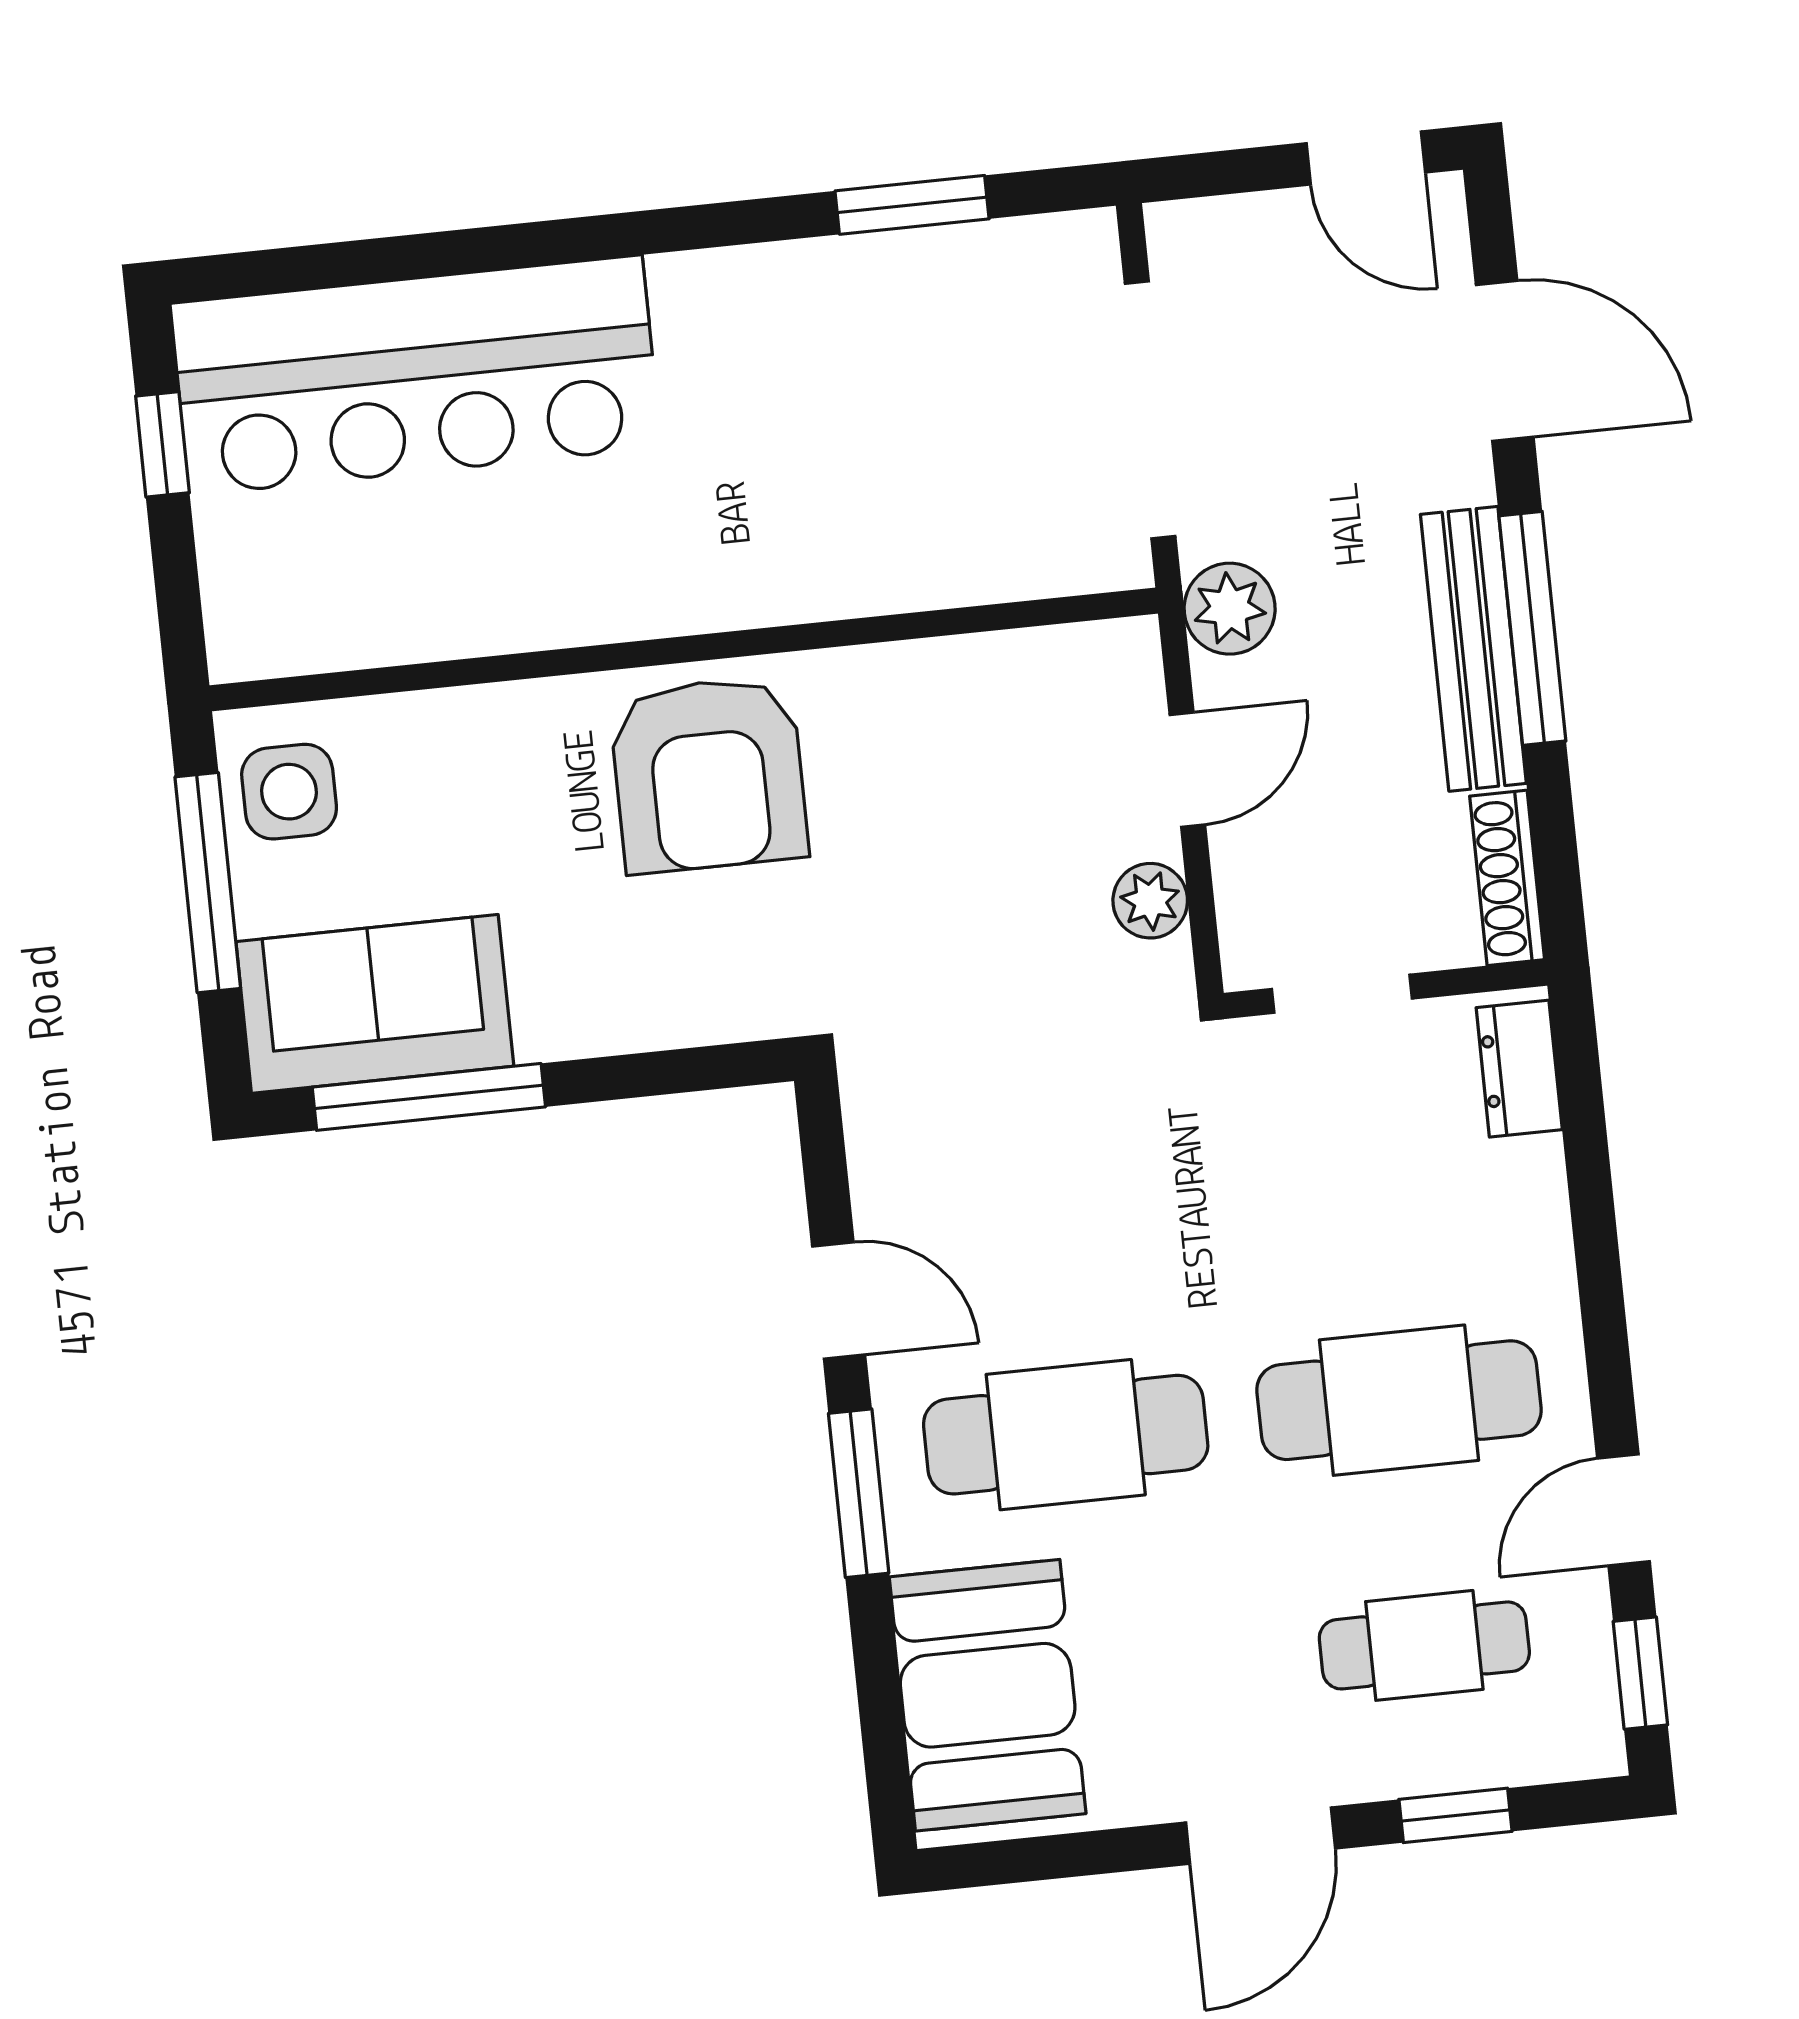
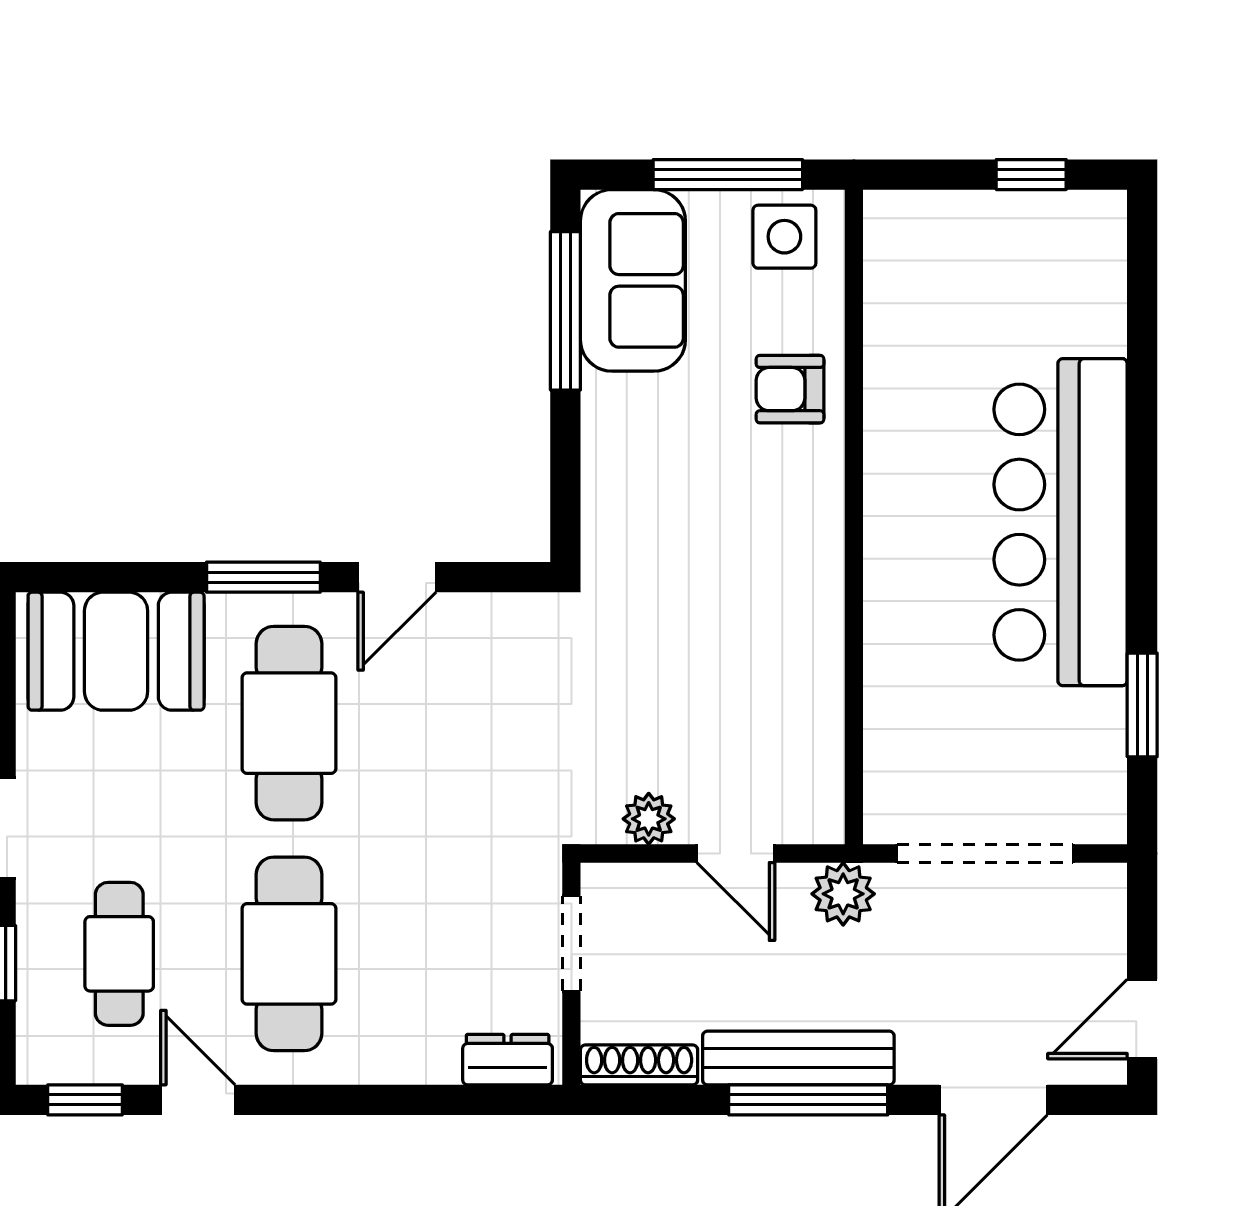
bar counter: (416, 375) -> (1061, 522), moved
armchair: (709, 774) -> (790, 389), moved, width x0.53, depth x0.53

